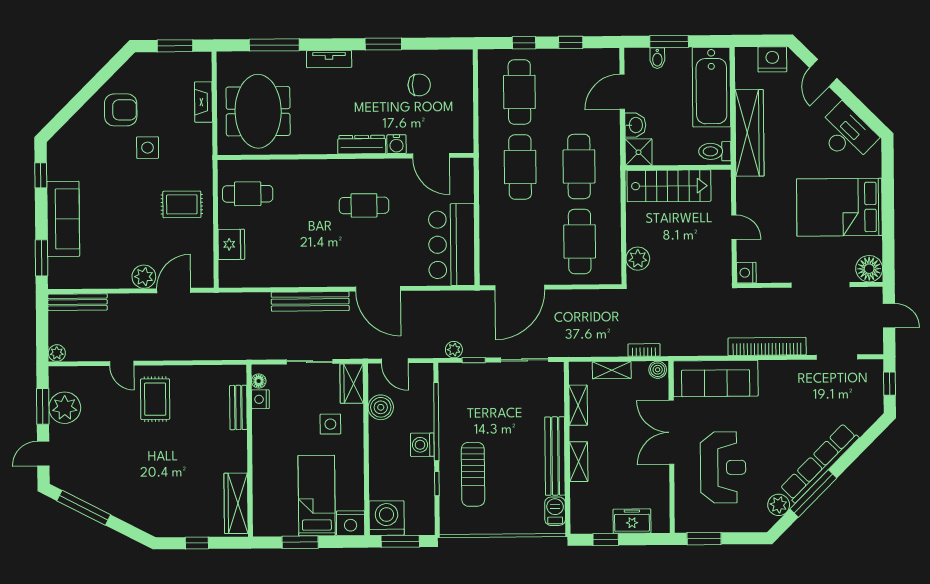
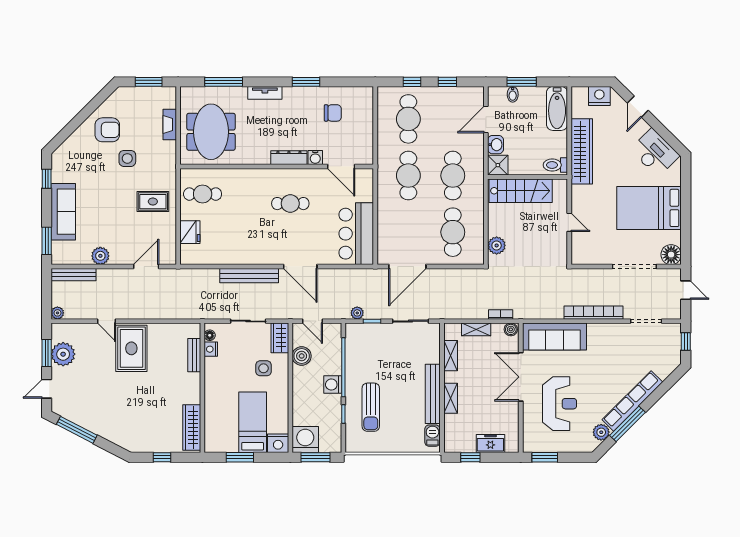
bathtub: (711, 87) -> (557, 108), width x0.73, depth x0.73
nightstand: (746, 273) -> (578, 257), removed
plant: (144, 277) -> (100, 256), moved
rug: (155, 399) -> (131, 348), width x1.36, depth x1.43

